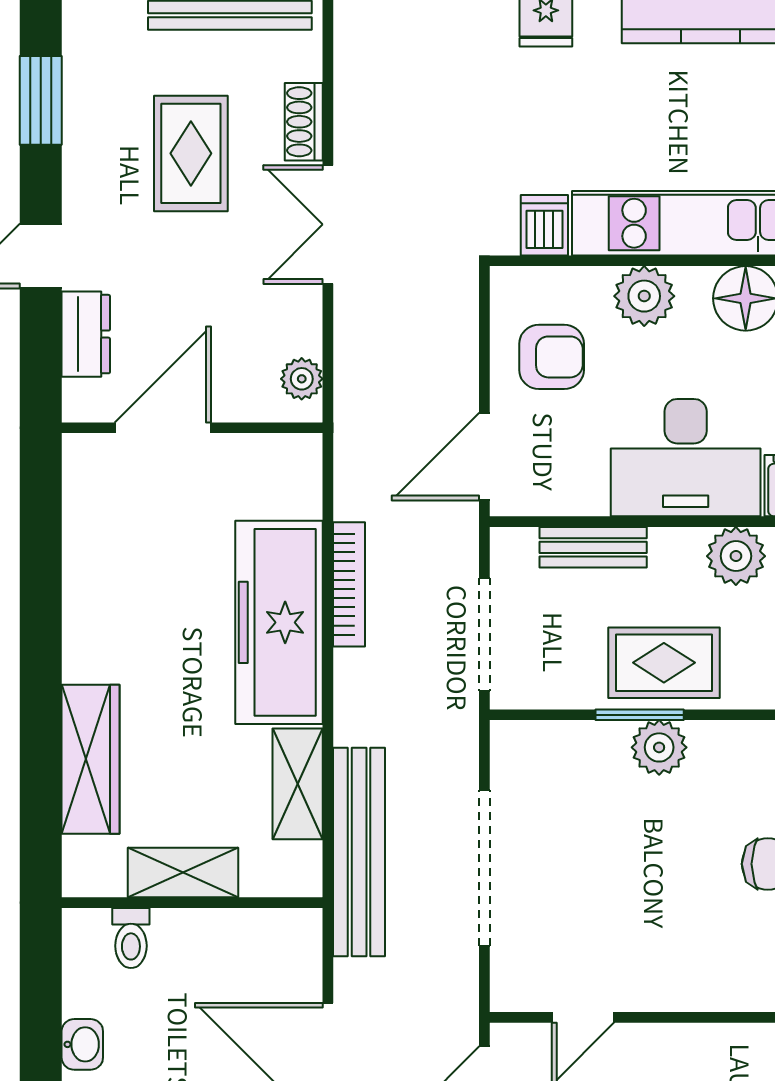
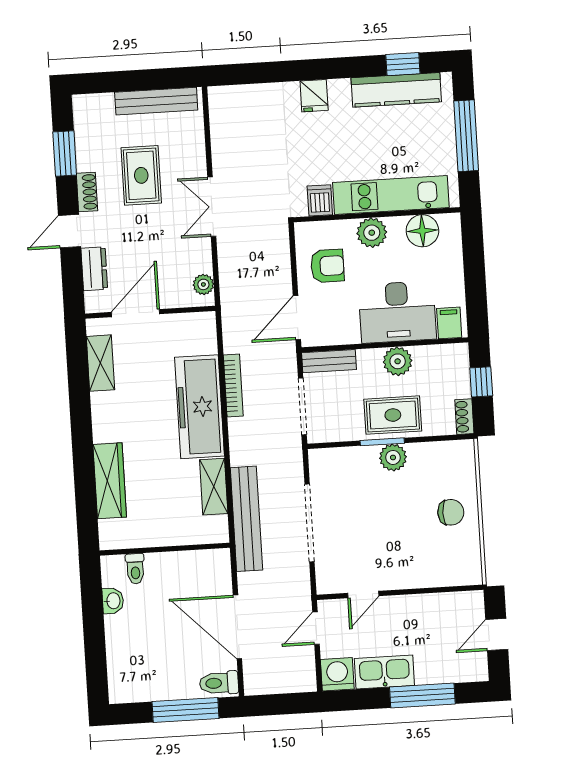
shoe rack: (304, 122) -> (87, 192), moved, turned 180
bench: (593, 547) -> (329, 361), moved
plant: (736, 556) -> (398, 361), moved
shelving: (183, 873) -> (100, 363), moved, turned 90
washbasin: (82, 1044) -> (113, 601), moved

